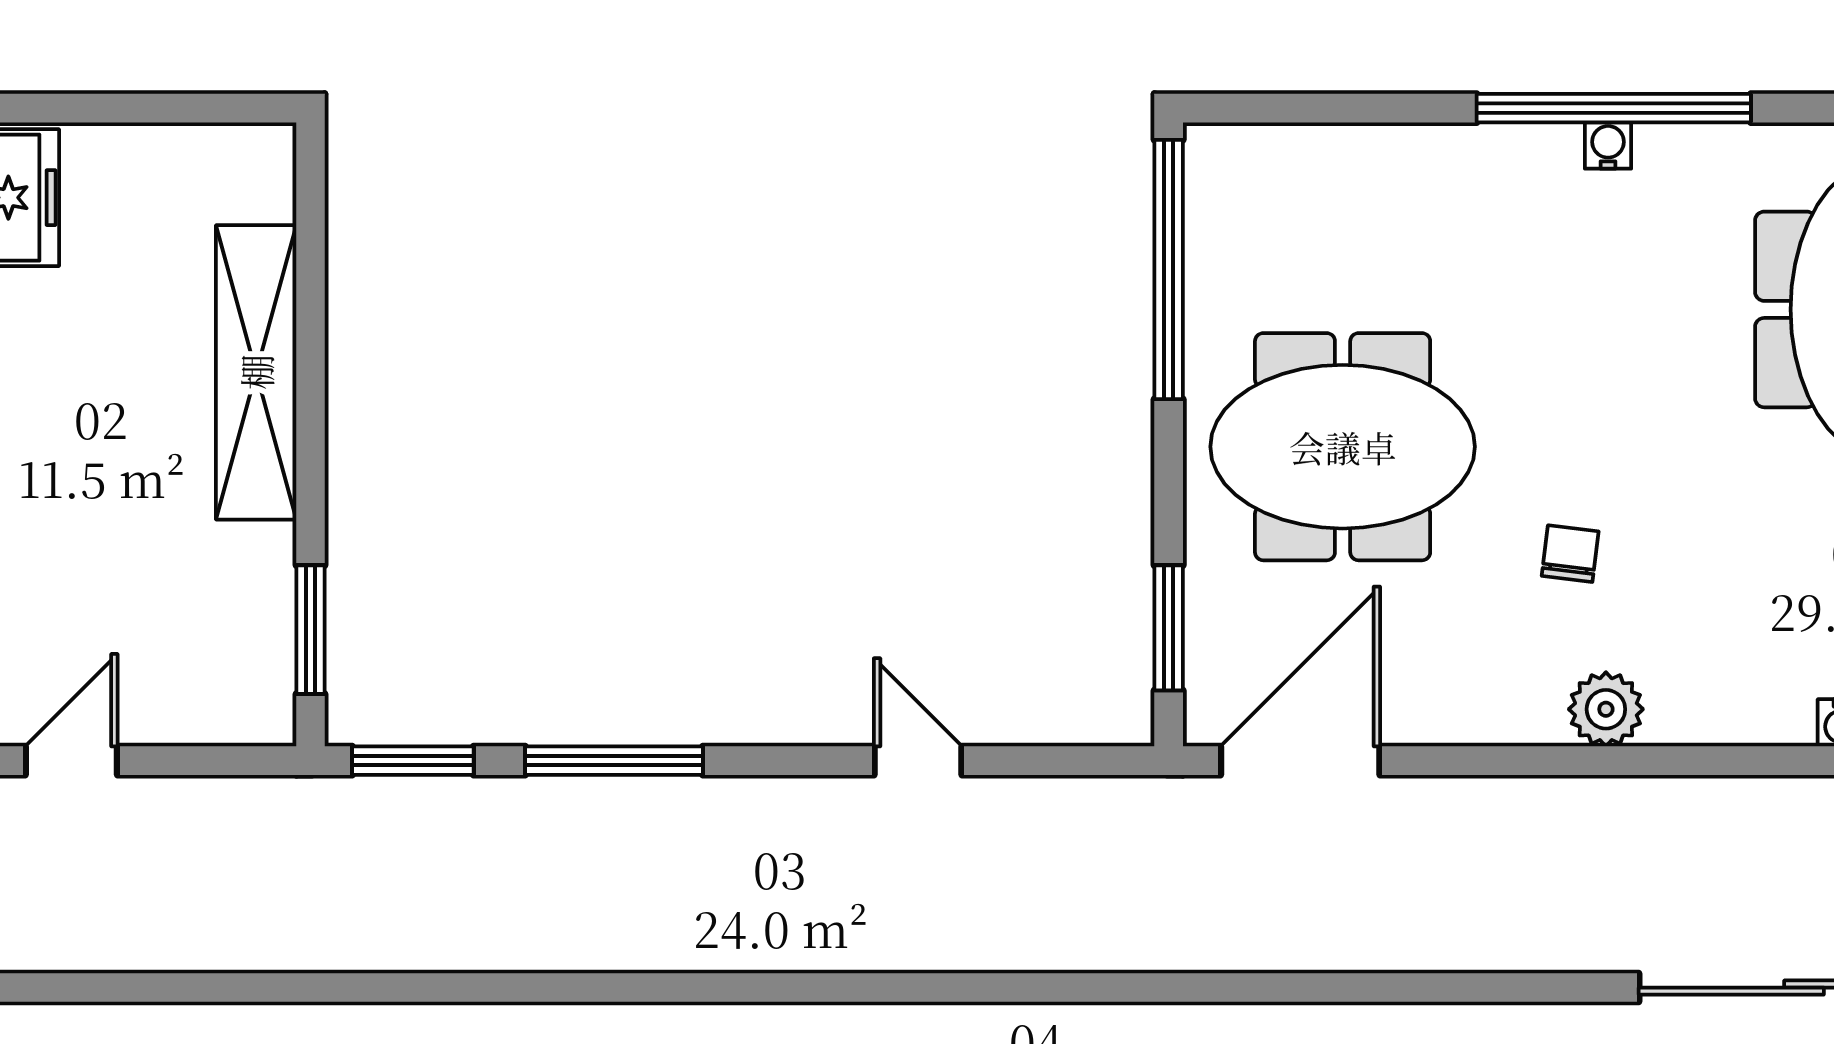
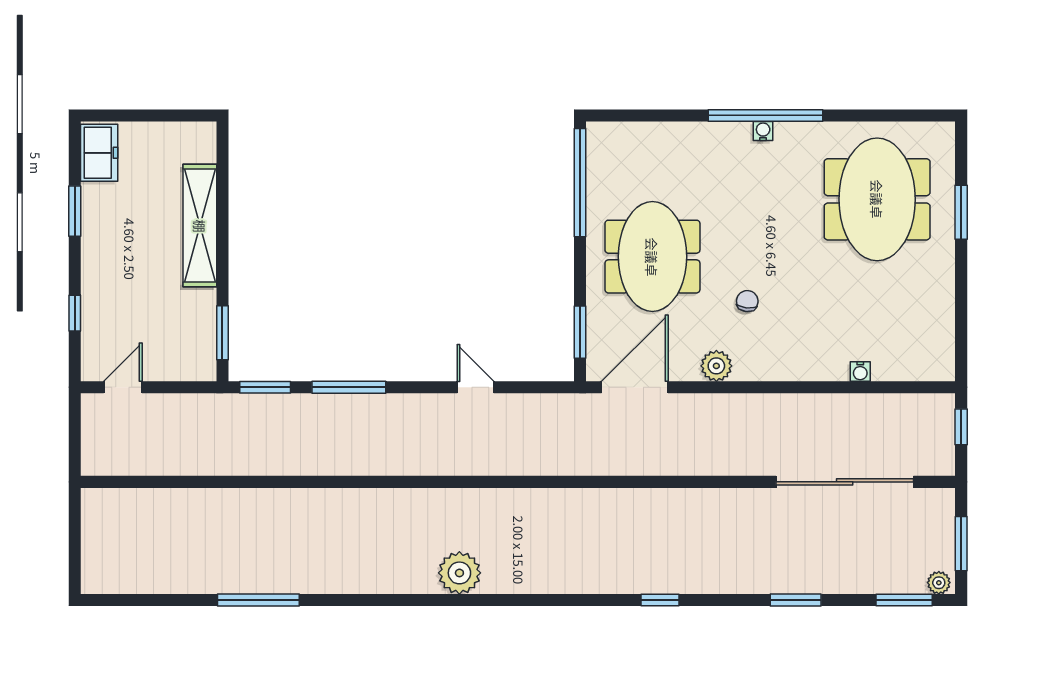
meeting table: (1343, 447) -> (652, 257), turned 90
plant: (1606, 709) -> (716, 366), moved

